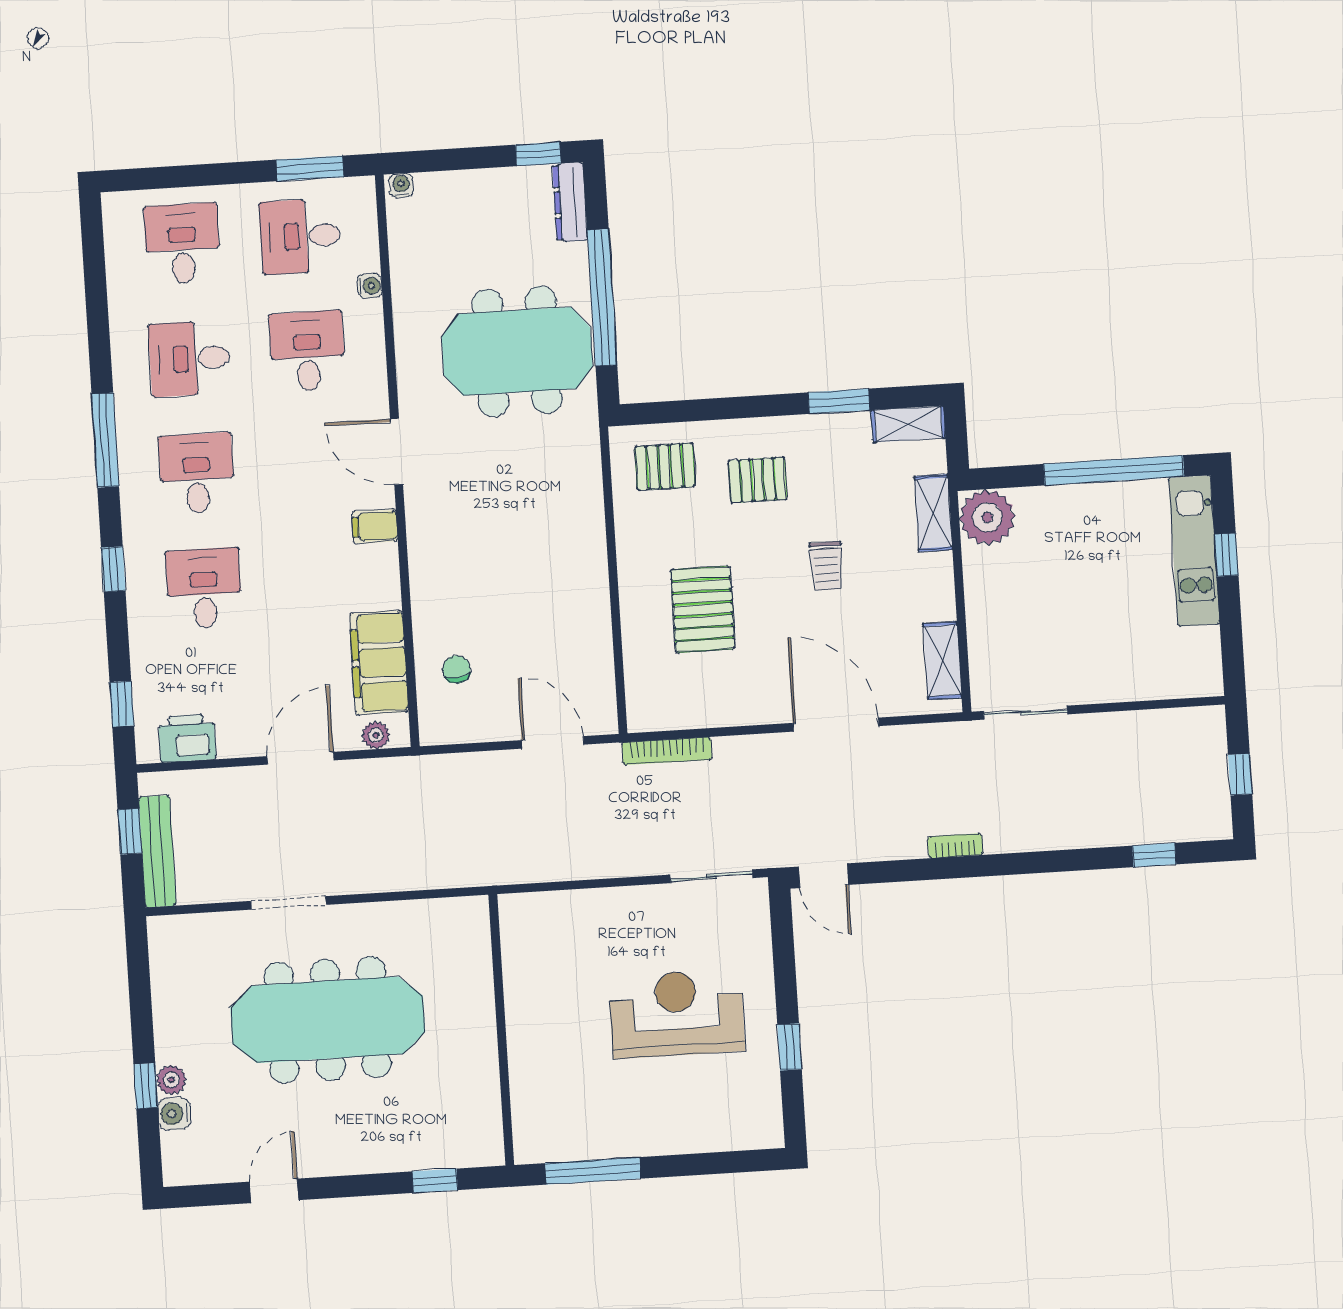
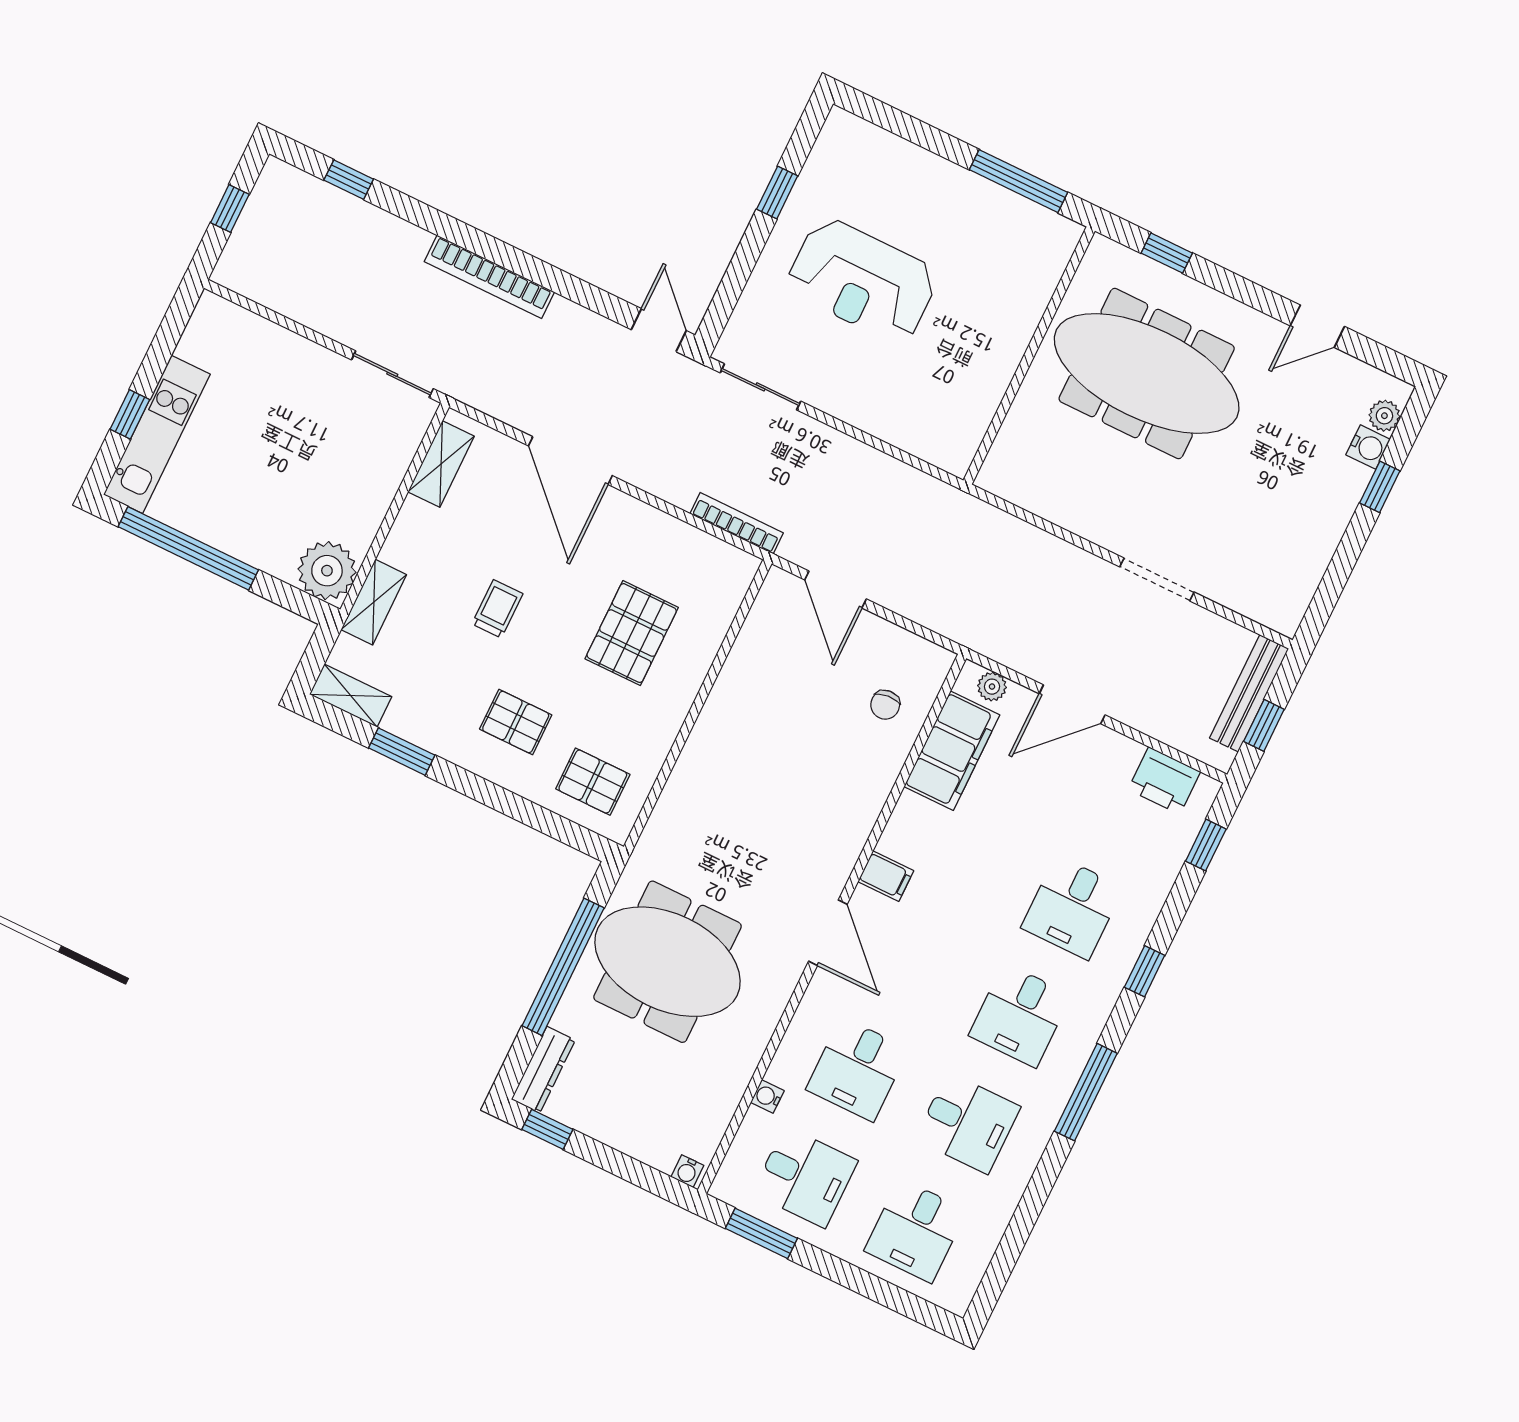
bookcase: (955, 846) -> (489, 277), width x2.31, depth x1.31
meeting table: (328, 1020) -> (1147, 374), moved
plant: (171, 1080) -> (1384, 416), moved

